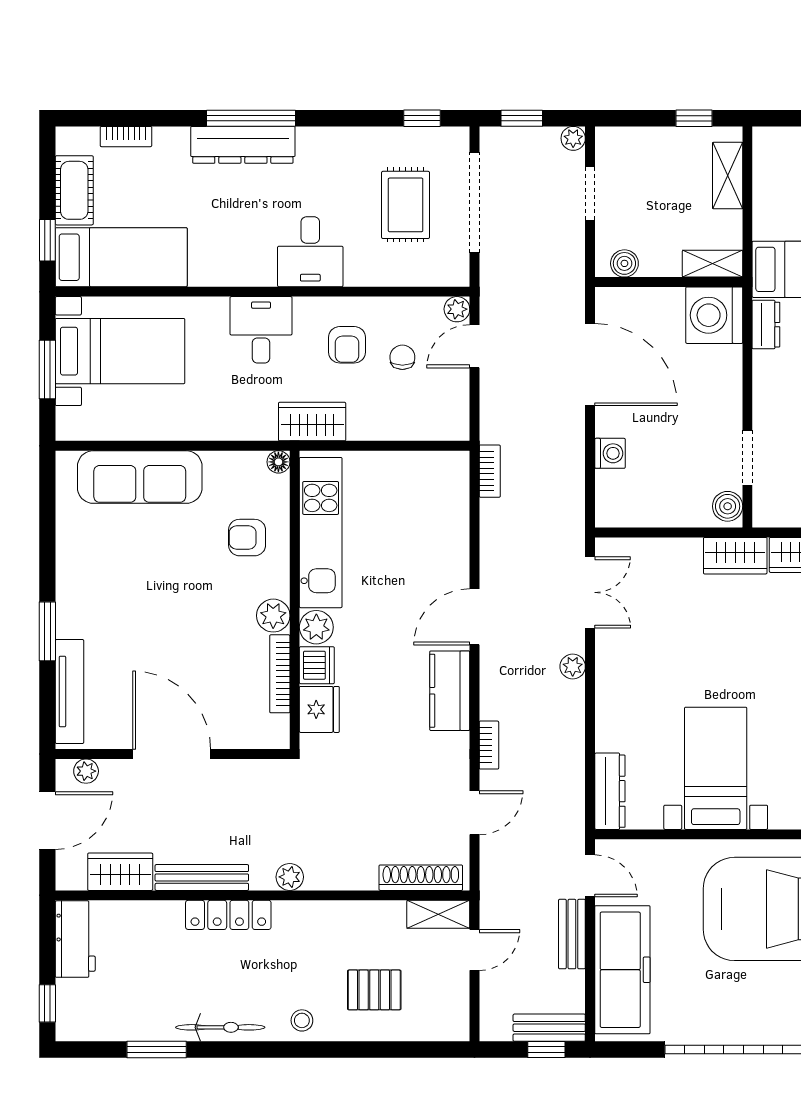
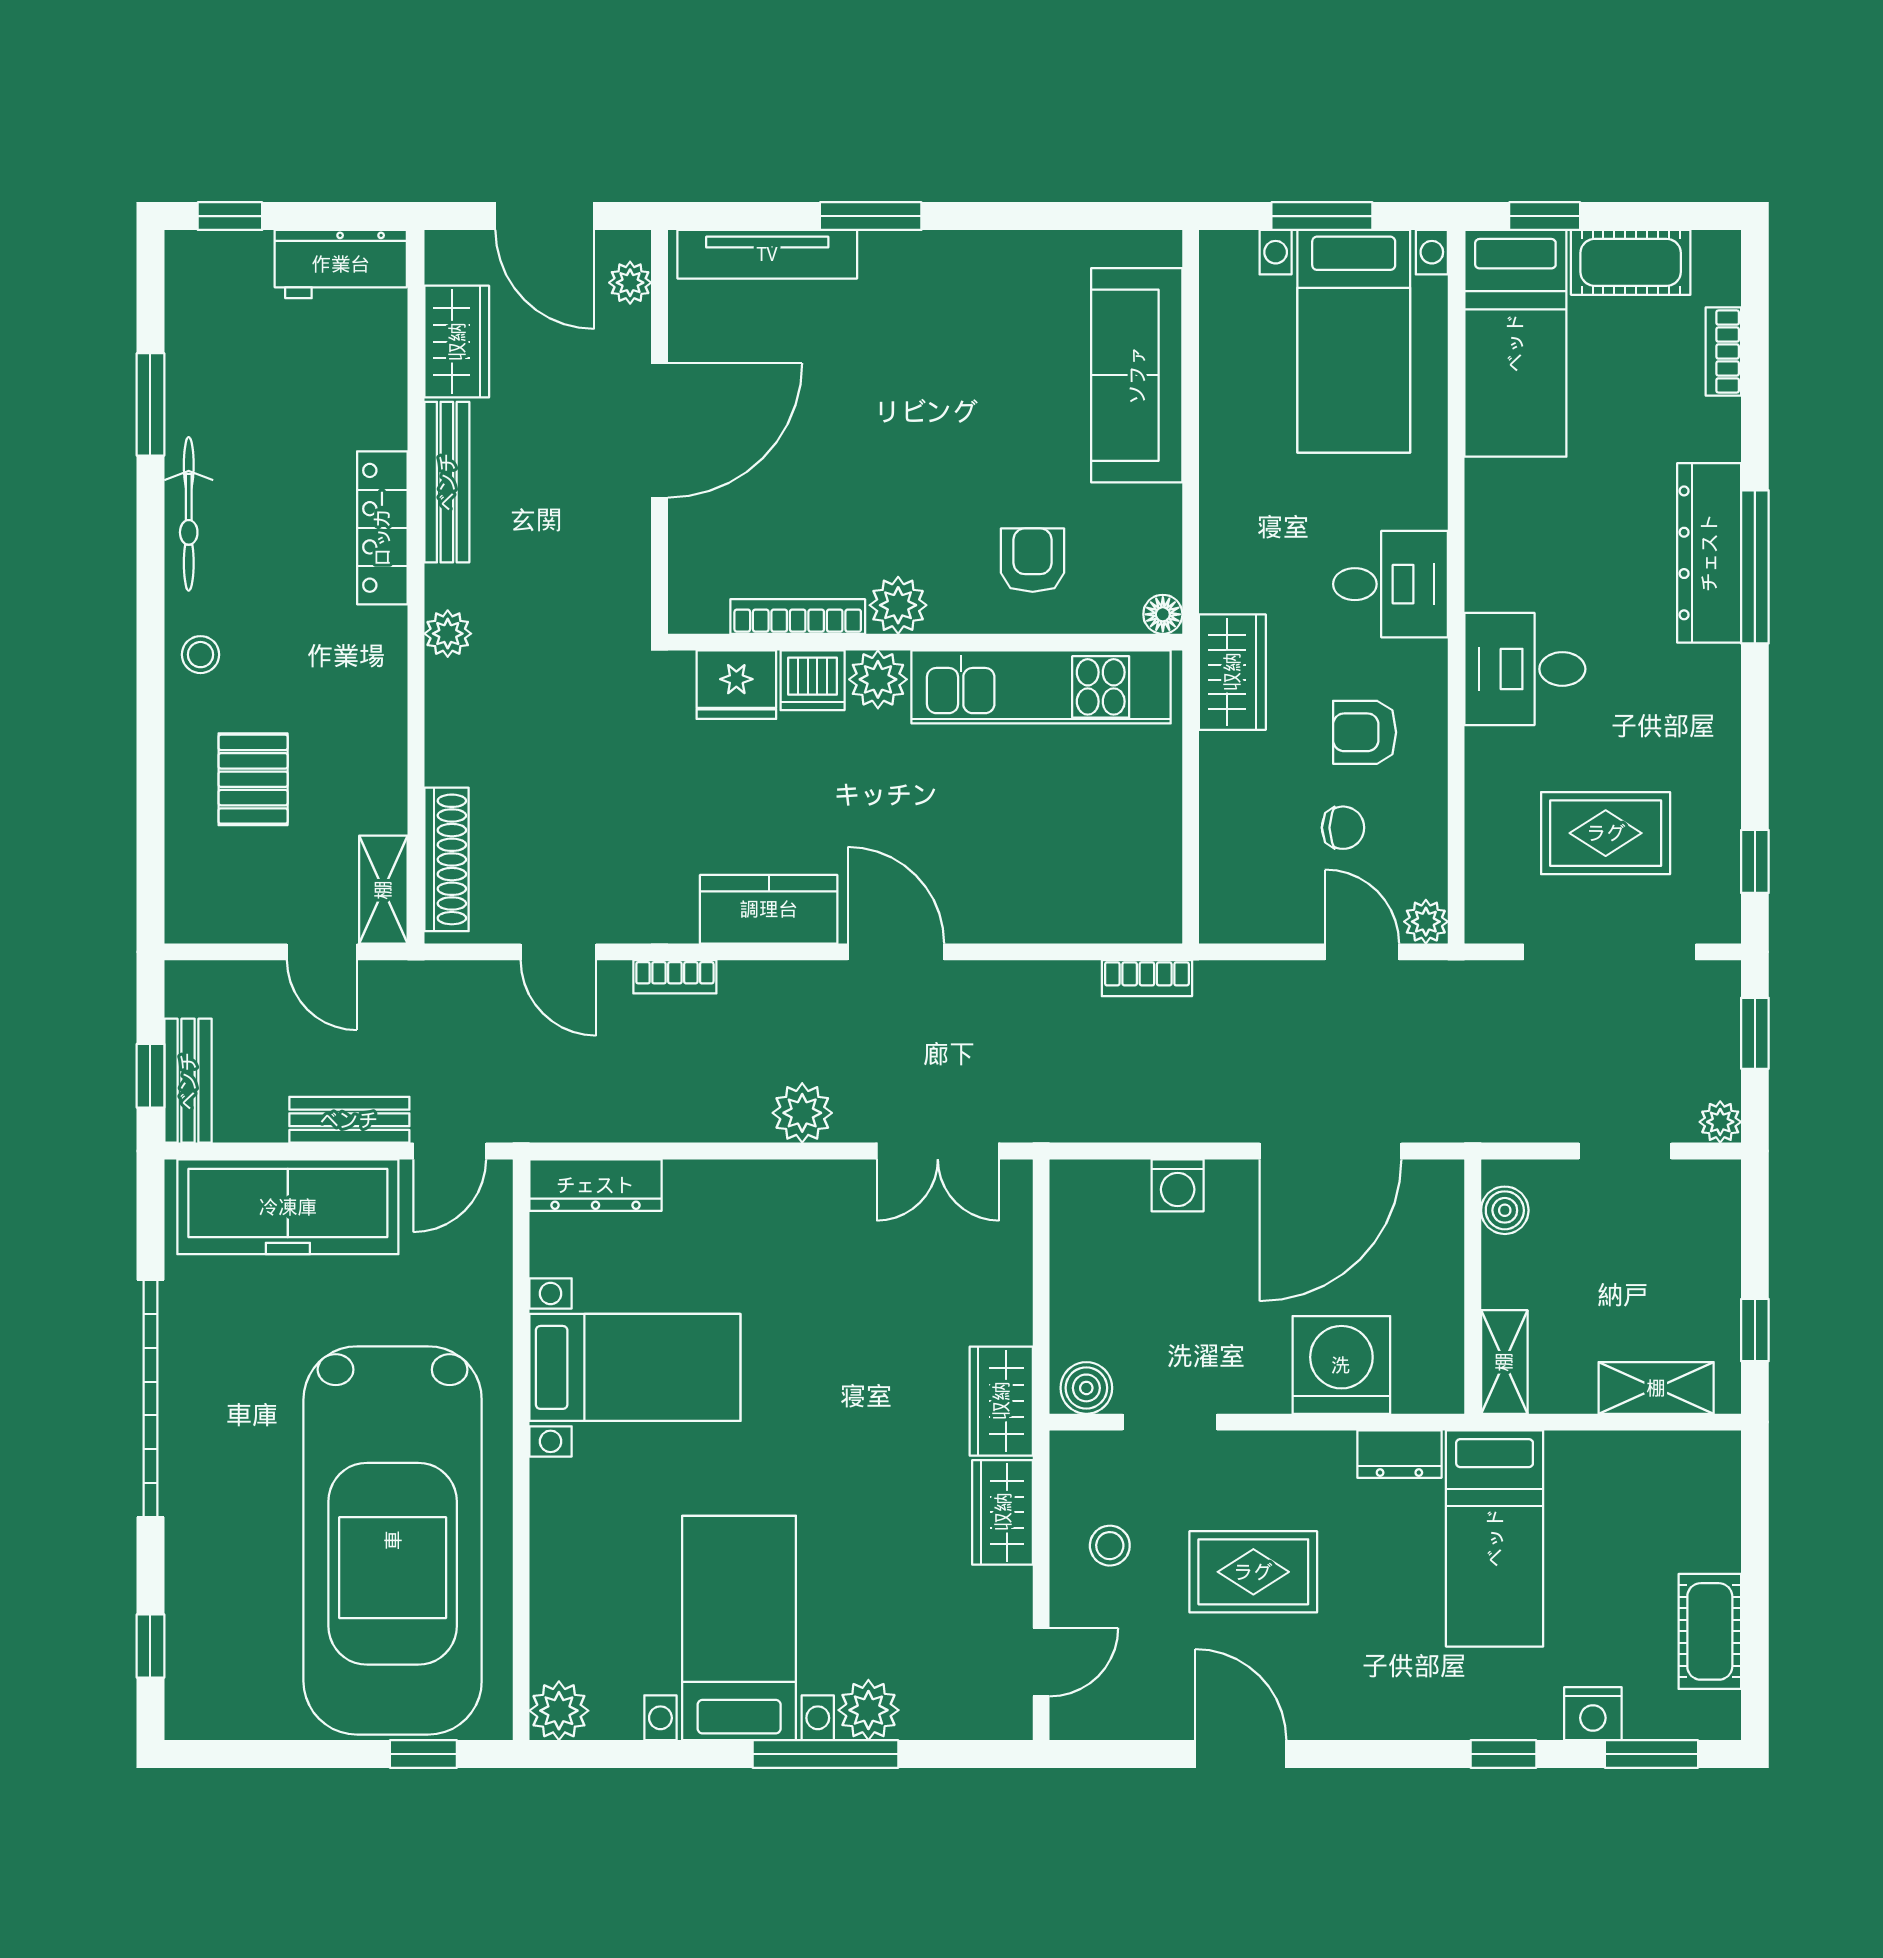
washing machine: (714, 315) -> (1341, 1365), moved
plant: (573, 666) -> (802, 1113), width x1.38, depth x1.38

